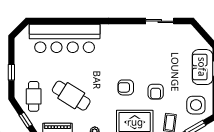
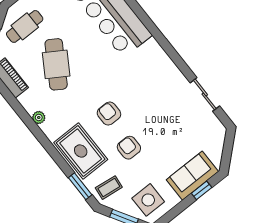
armchair: (156, 92) -> (129, 148), turned 90

